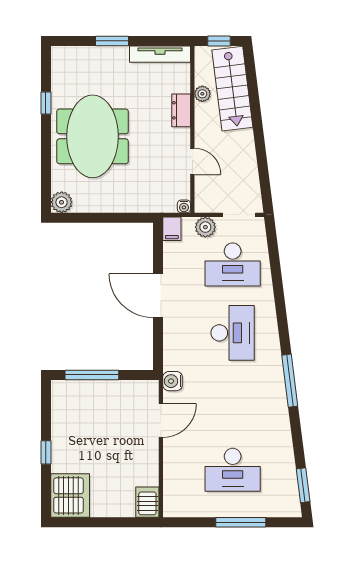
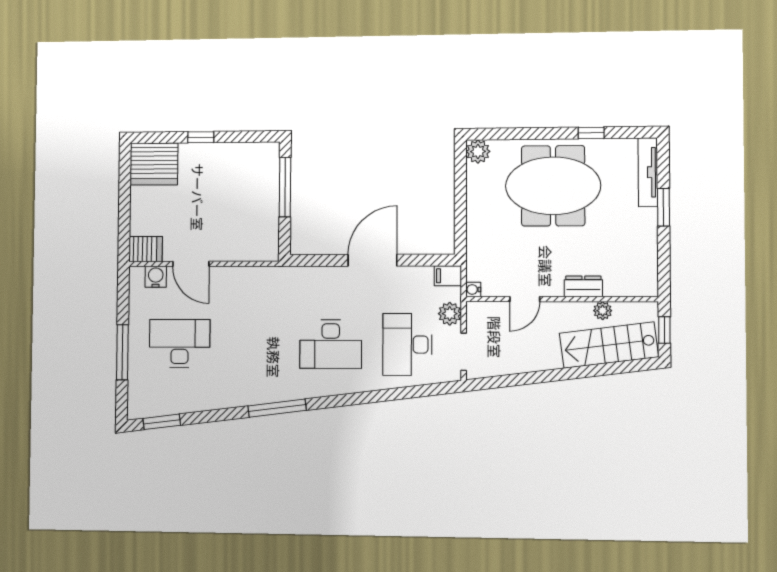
tv unit: (160, 54) -> (648, 172), moved
water cooler: (173, 381) -> (156, 277), moved
door: (161, 421) -> (191, 264), moved
desk: (233, 470) -> (180, 343), turned 90

